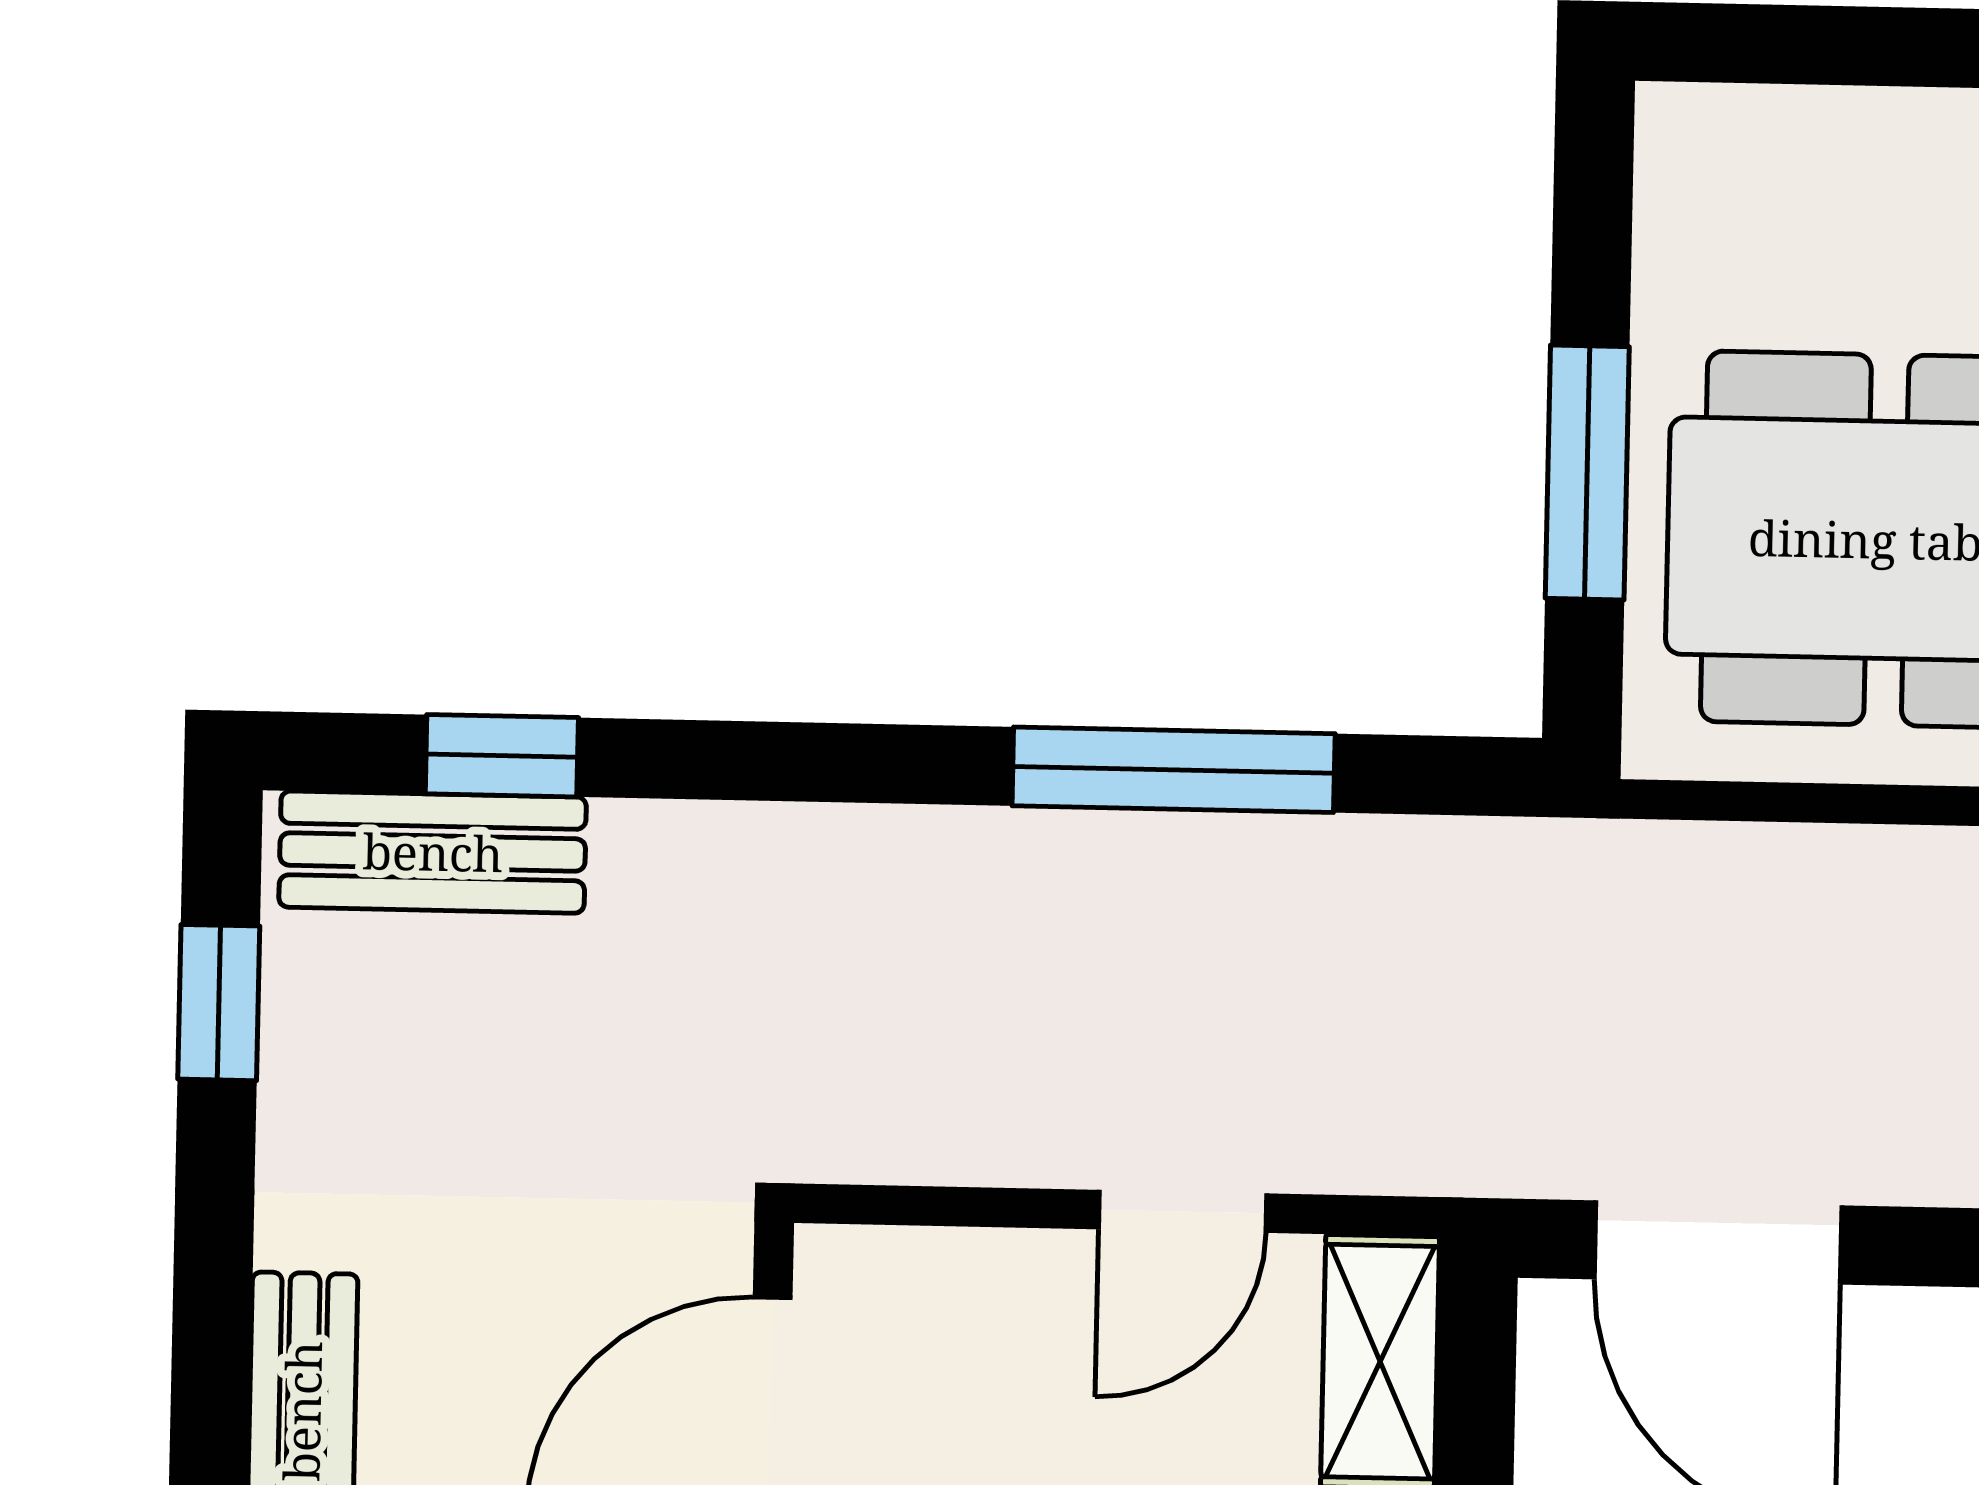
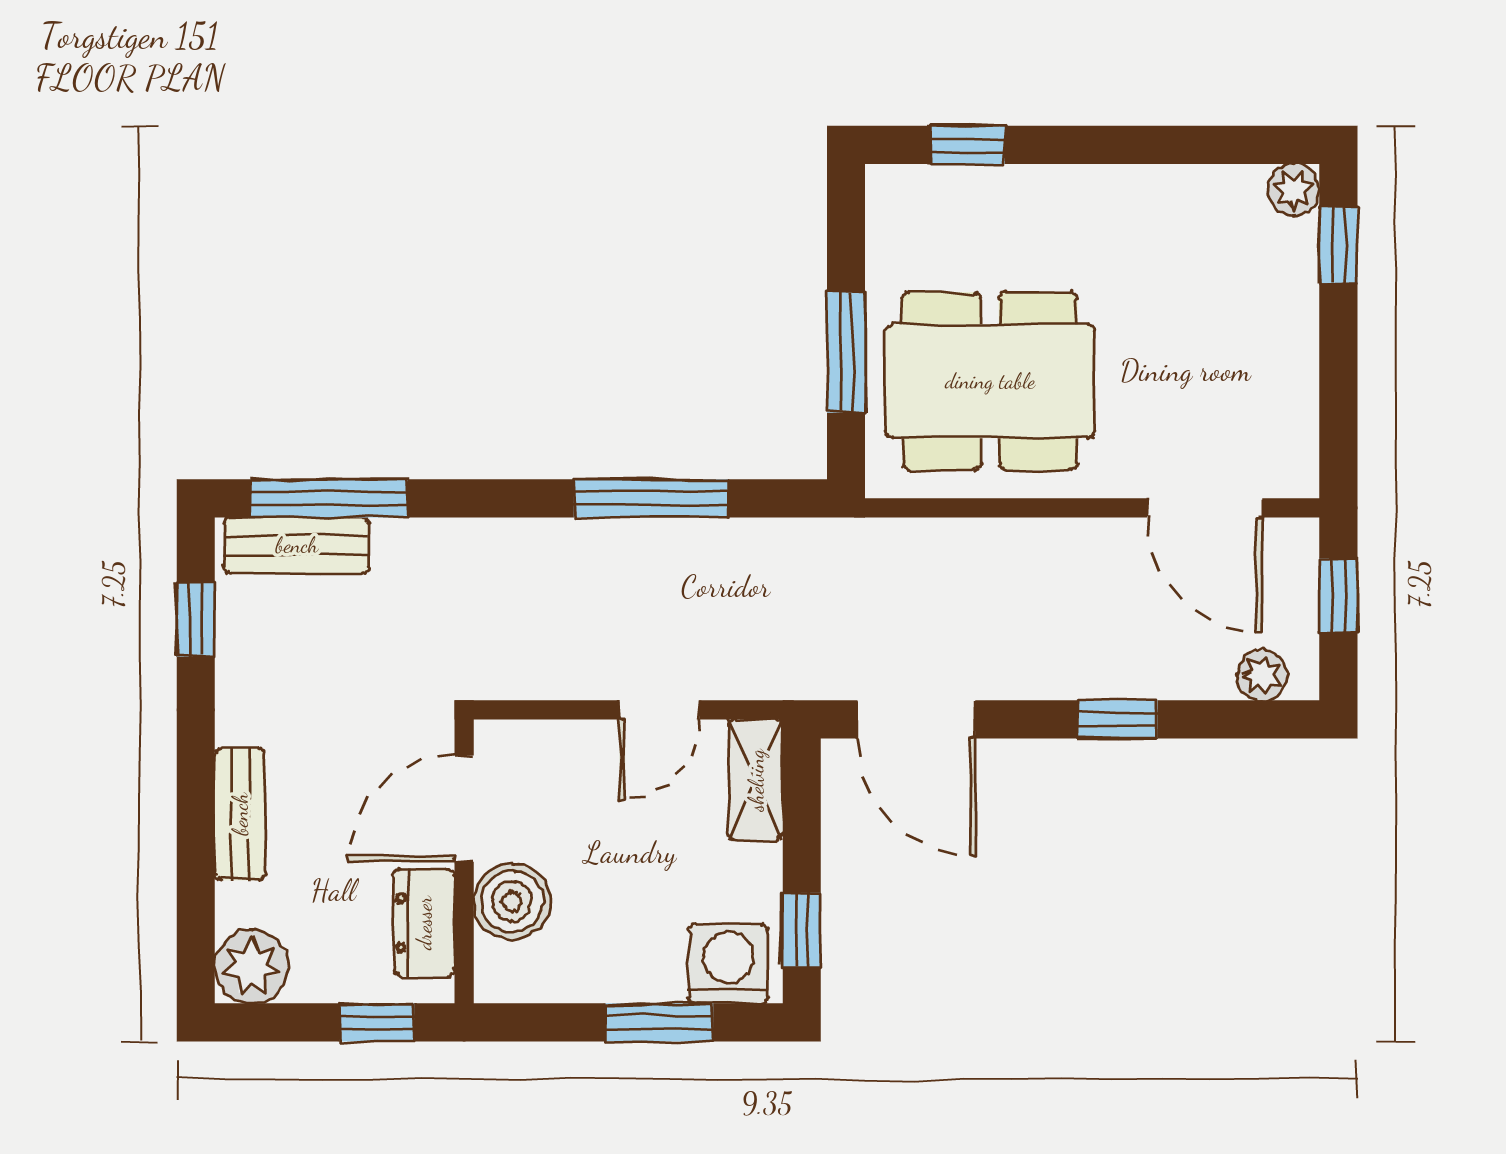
window: (1850, 46) -> (968, 145), added
window: (502, 756) -> (329, 498), width x2.17

